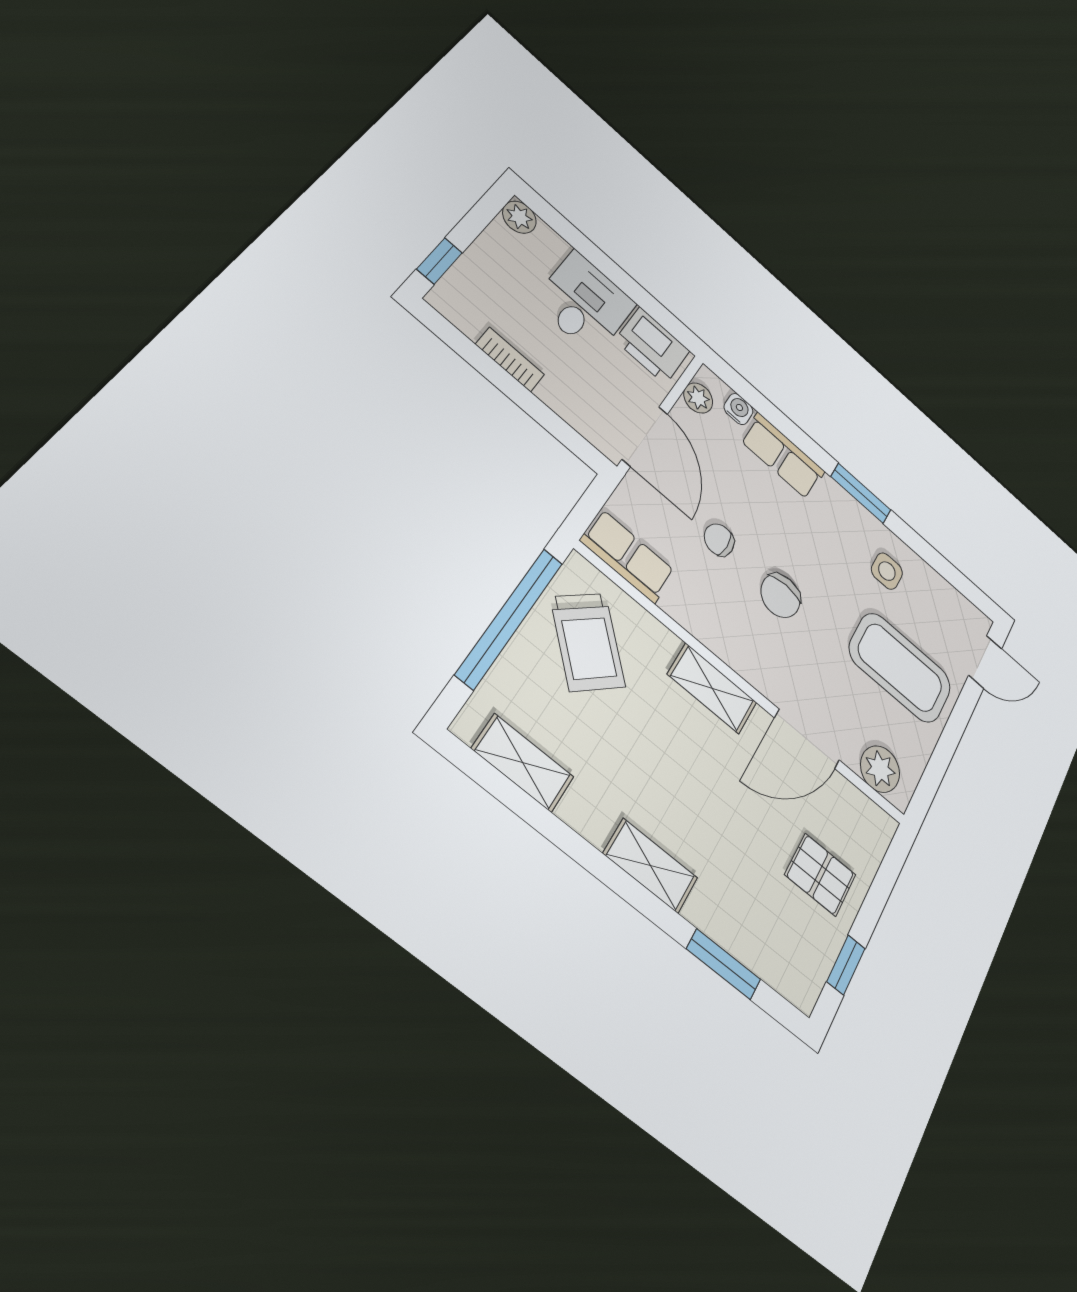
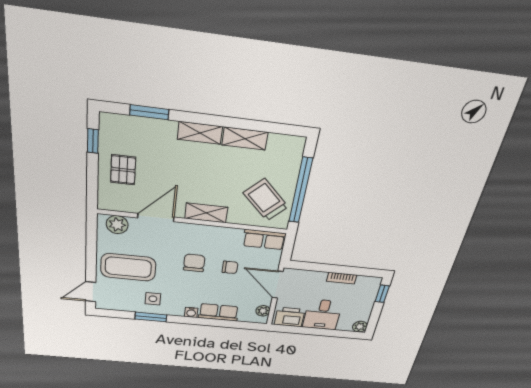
water cooler: (738, 409) -> (191, 312), moved
window: (861, 493) -> (151, 317), moved
shelving: (523, 763) -> (245, 139), moved
pallet: (820, 875) -> (123, 170), turned 90

